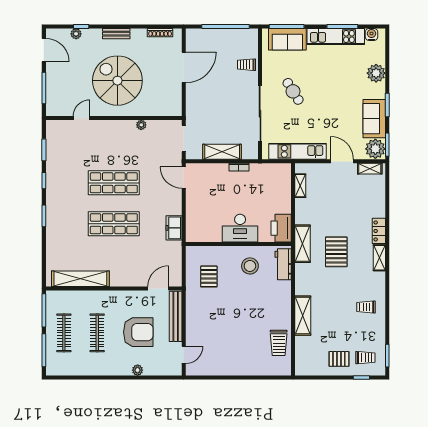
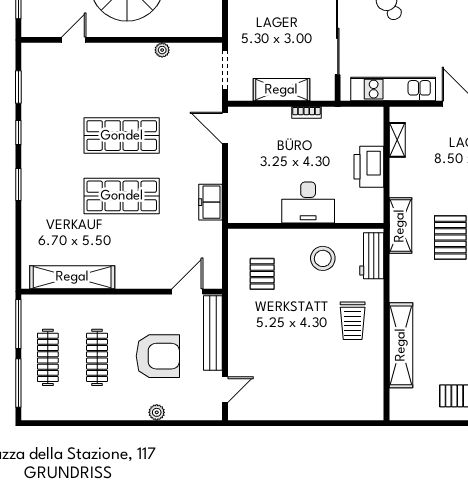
printer: (281, 228) -> (369, 167), moved
shelving: (303, 316) -> (401, 345), width x1.47
trolley: (279, 343) -> (353, 321), moved

